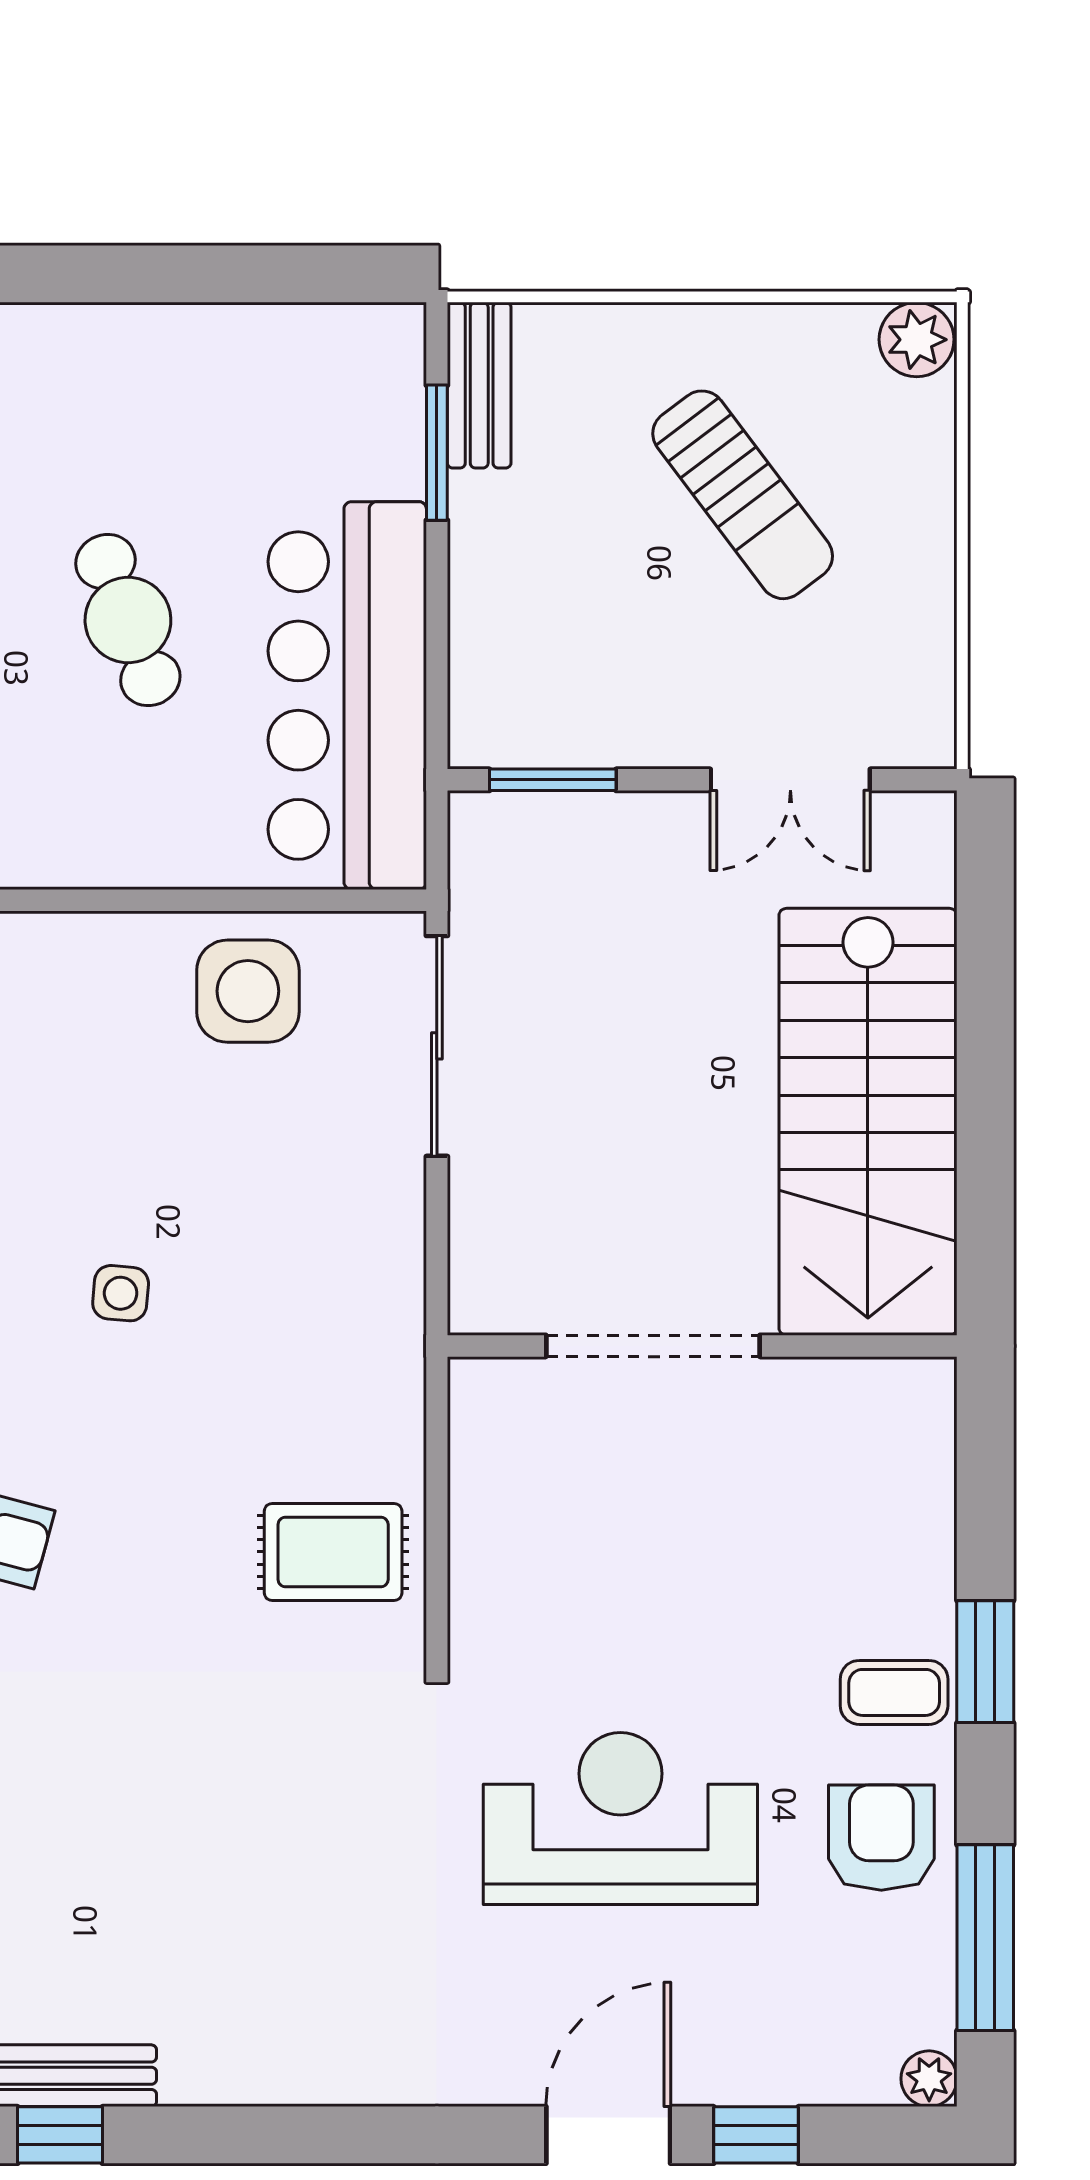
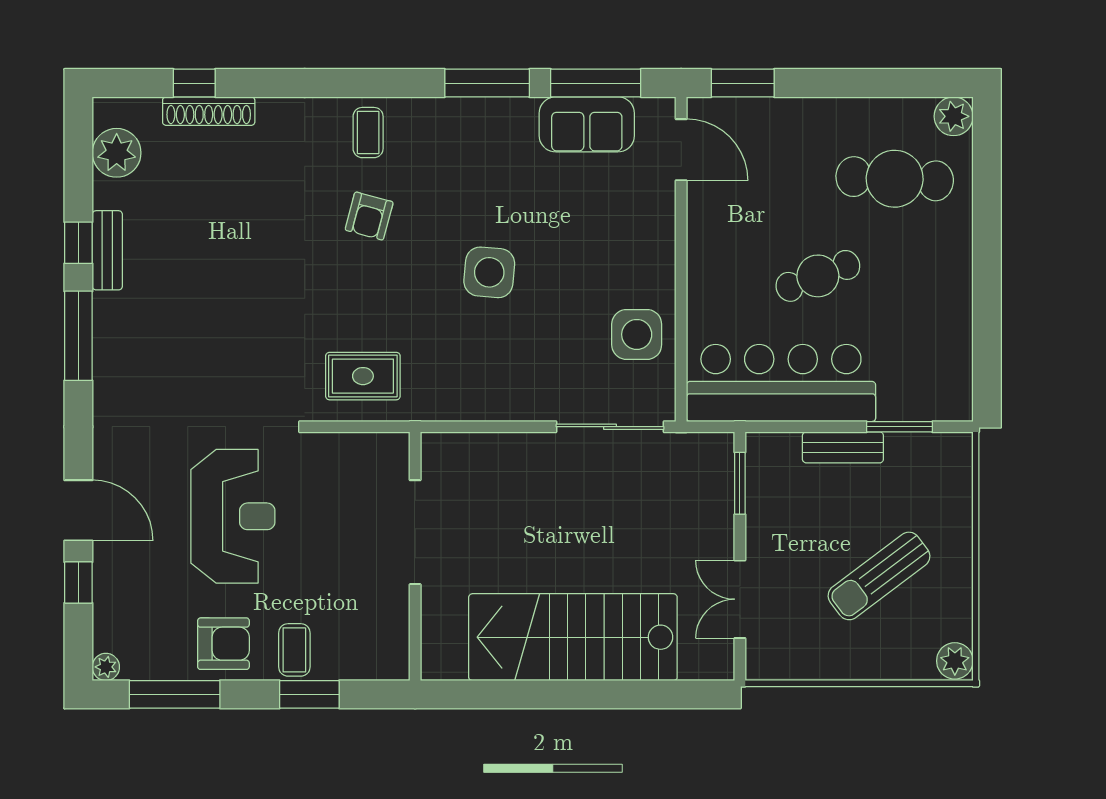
bench: (479, 385) -> (843, 447), moved
side table: (121, 1293) -> (489, 272), width x1.87, depth x1.87
doorway: (653, 1346) -> (415, 532), moved
wall: (702, 1346) -> (415, 556), moved
rug: (333, 1552) -> (363, 376), turned 90
window: (251, 2135) -> (78, 336), added

